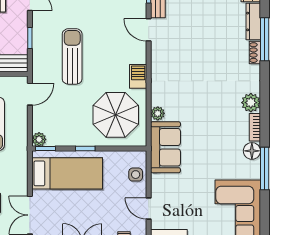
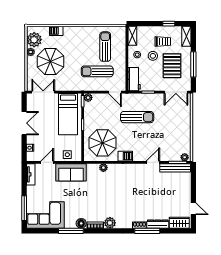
sofa: (165, 147) -> (71, 172), moved

